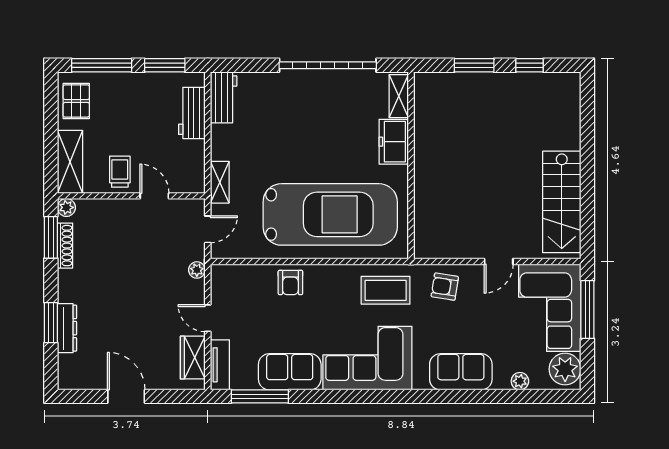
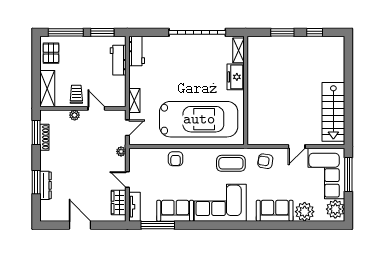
plant: (66, 207) -> (75, 115), moved
plant: (520, 381) -> (305, 212), width x1.87, depth x1.87

